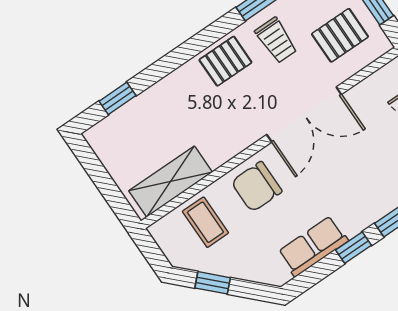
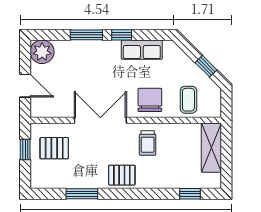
trolley: (276, 40) -> (148, 143), moved, turned 180
shelving: (171, 182) -> (211, 148), moved, turned 90
chair: (257, 187) -> (150, 100), turned -90

